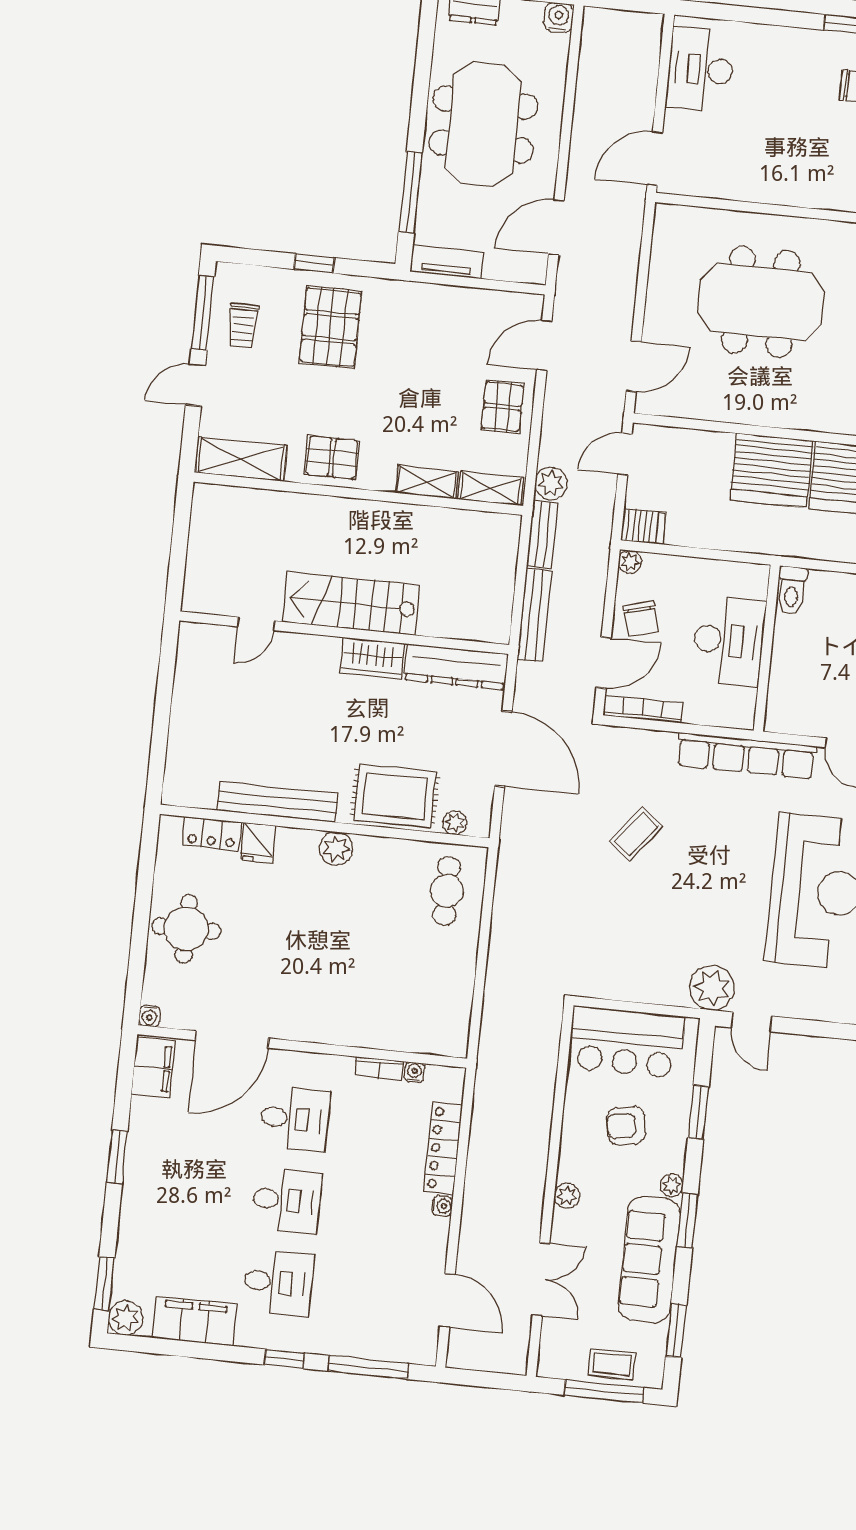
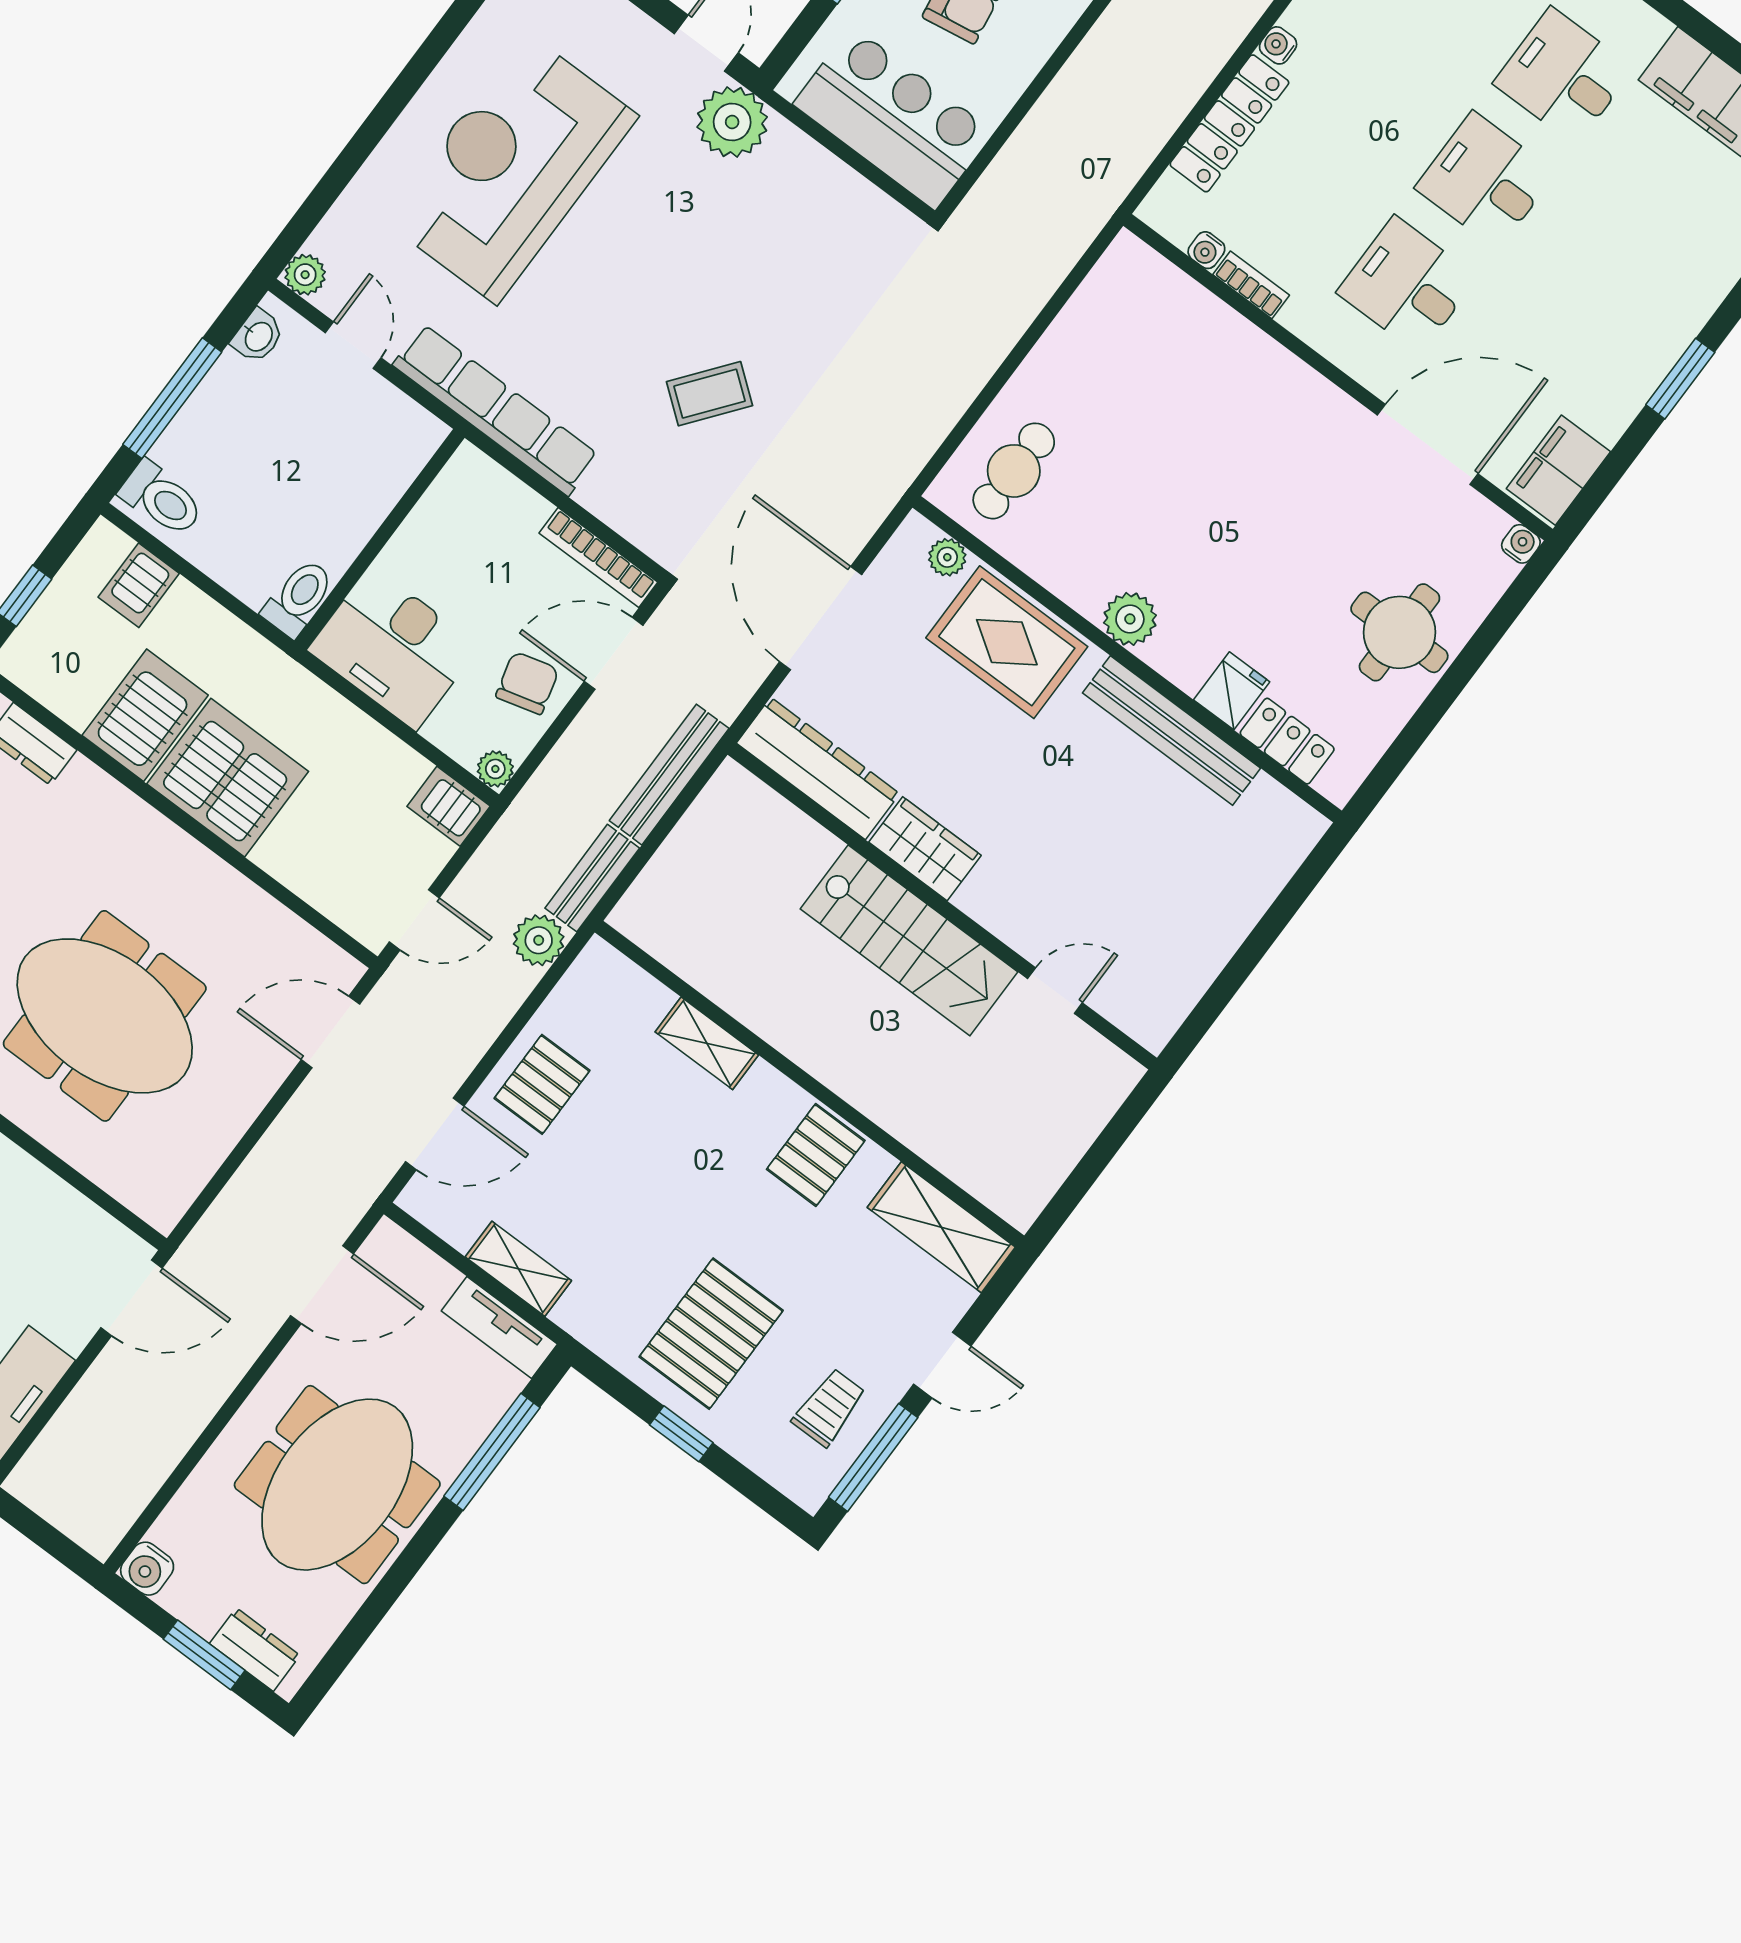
pallet: (332, 457) -> (816, 1155), turned 90
shelving: (491, 488) -> (518, 1269), moved
desk: (729, 640) -> (393, 648), moved, turned -90

